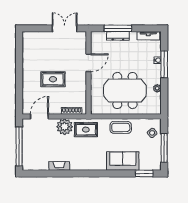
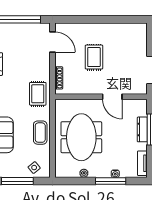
plant: (65, 127) -> (41, 70), removed

